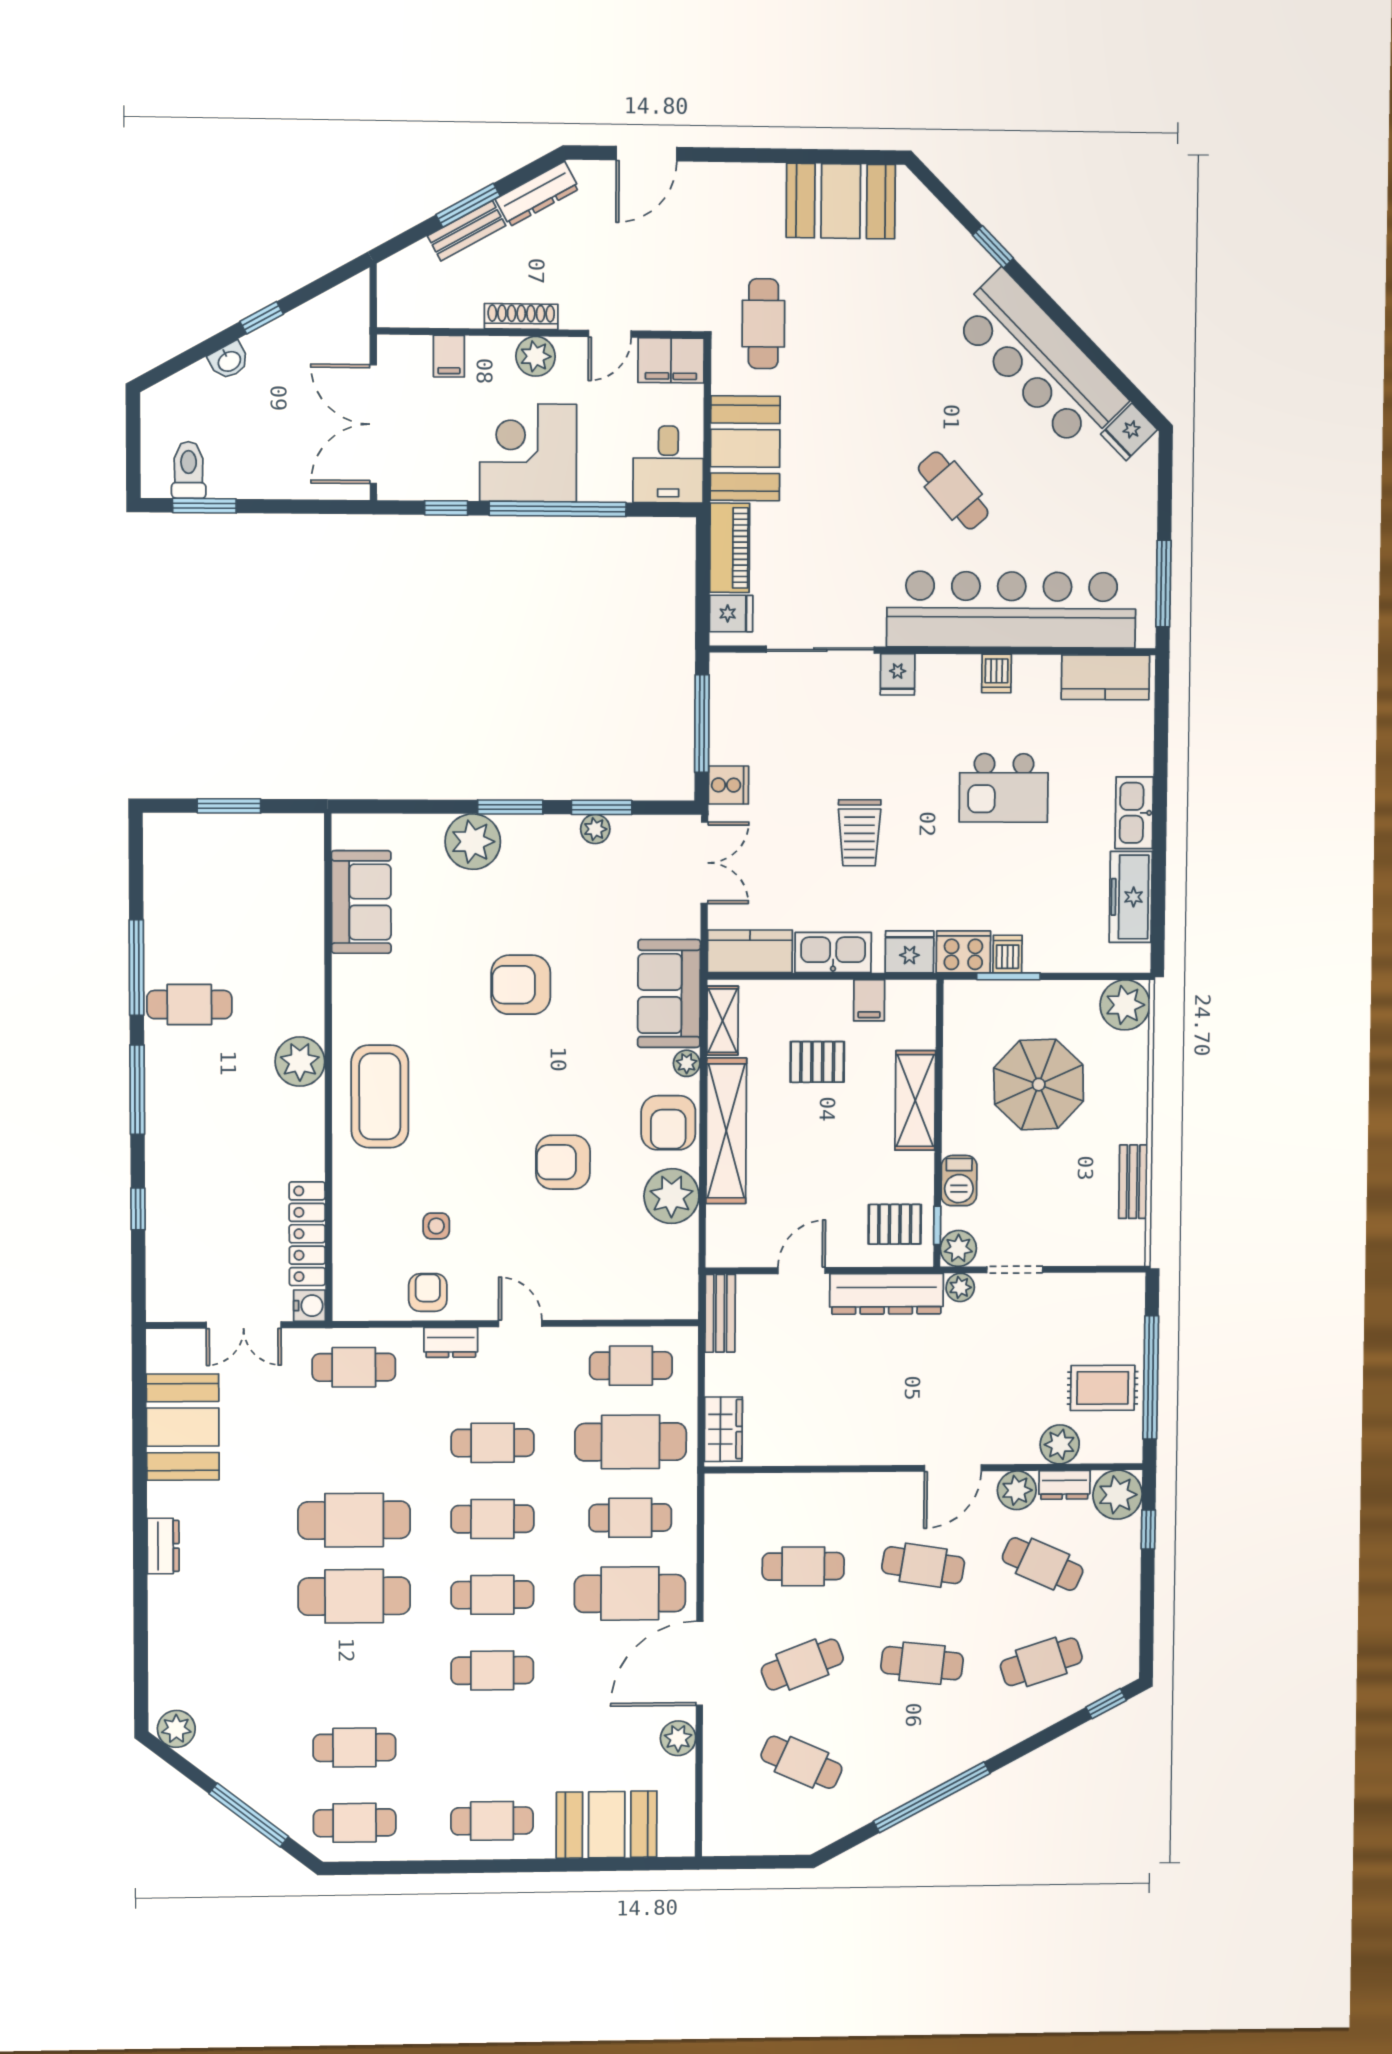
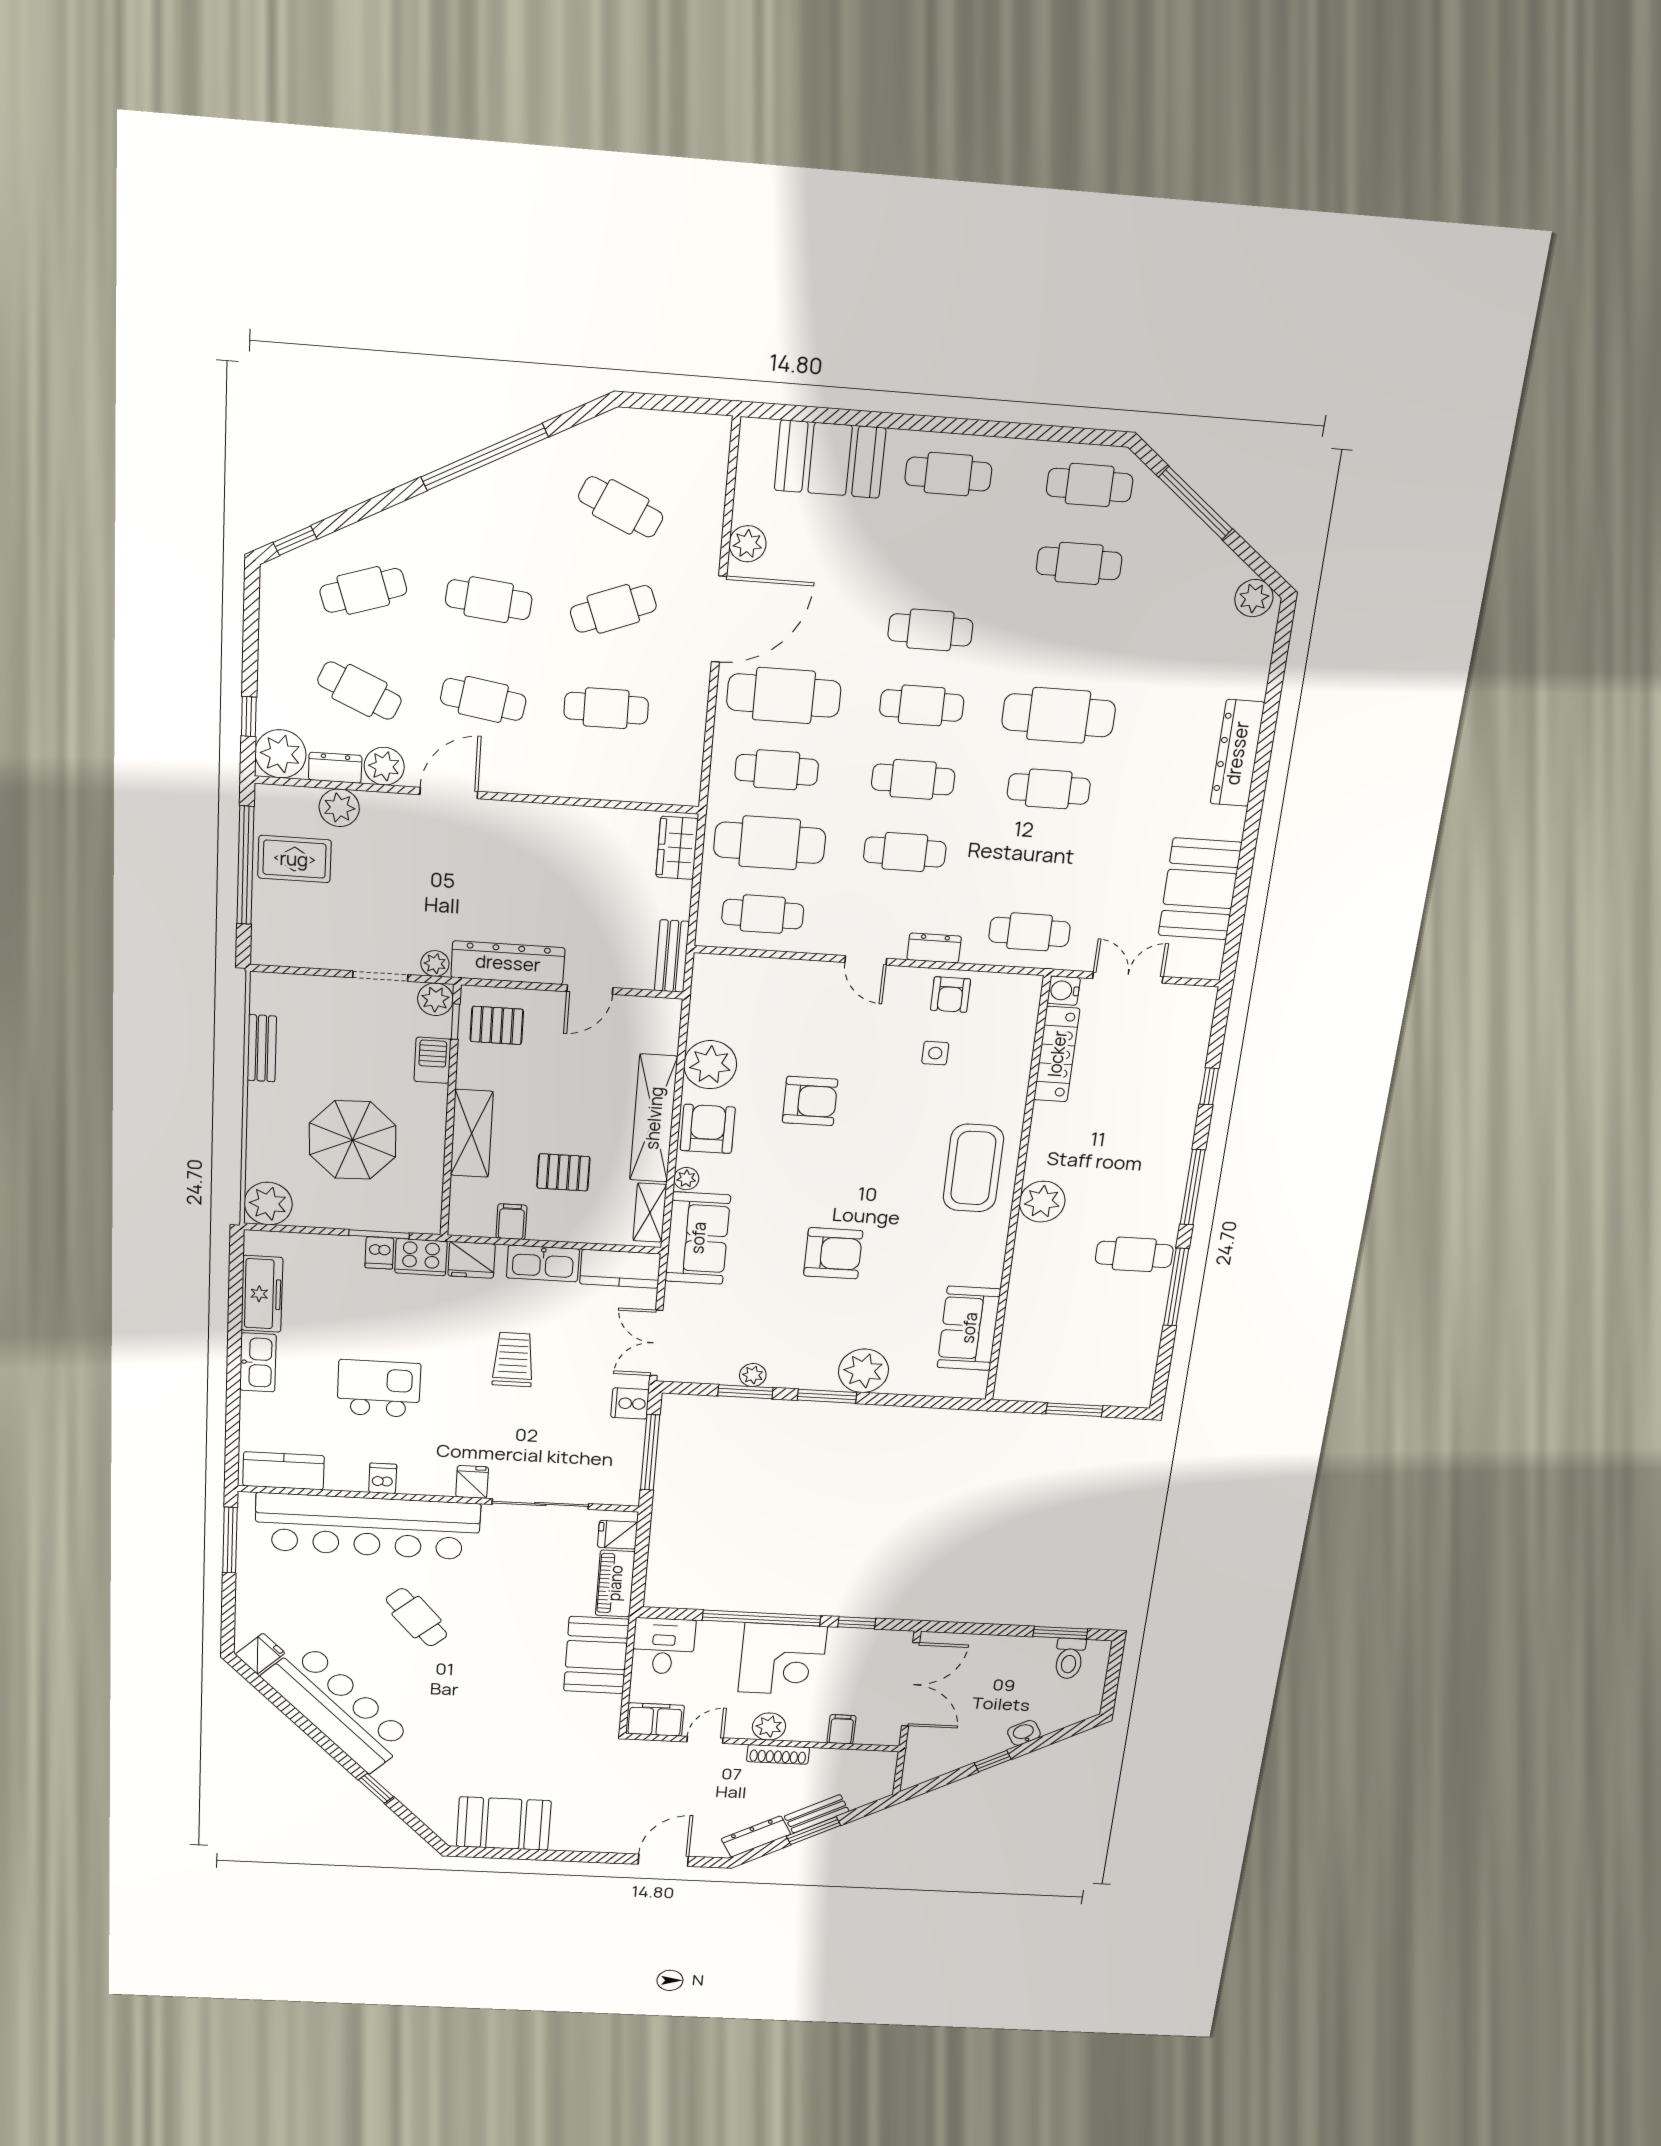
cafe table: (763, 324) -> (574, 1742), removed
cafe table: (354, 1520) -> (1049, 789), width x0.73, depth x0.74
dresser: (163, 1546) -> (1237, 753), width x1.96, depth x1.24

